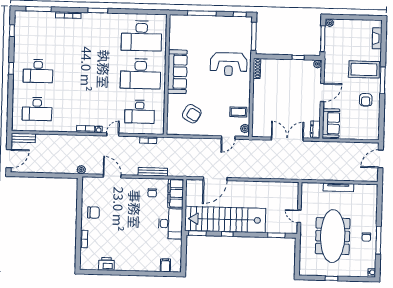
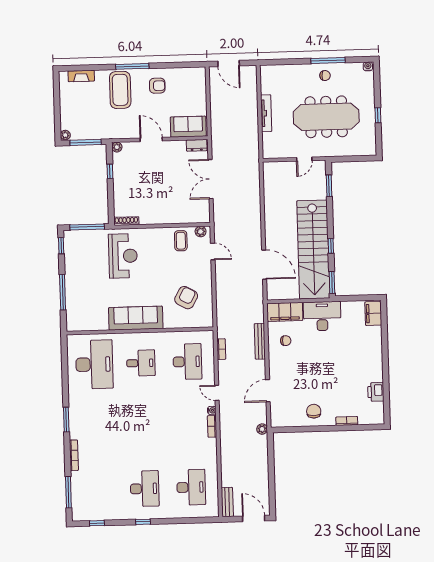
desk: (141, 74) -> (141, 363), width x0.53, depth x0.77
filing cabinet: (165, 265) -> (373, 313), width x2.00

